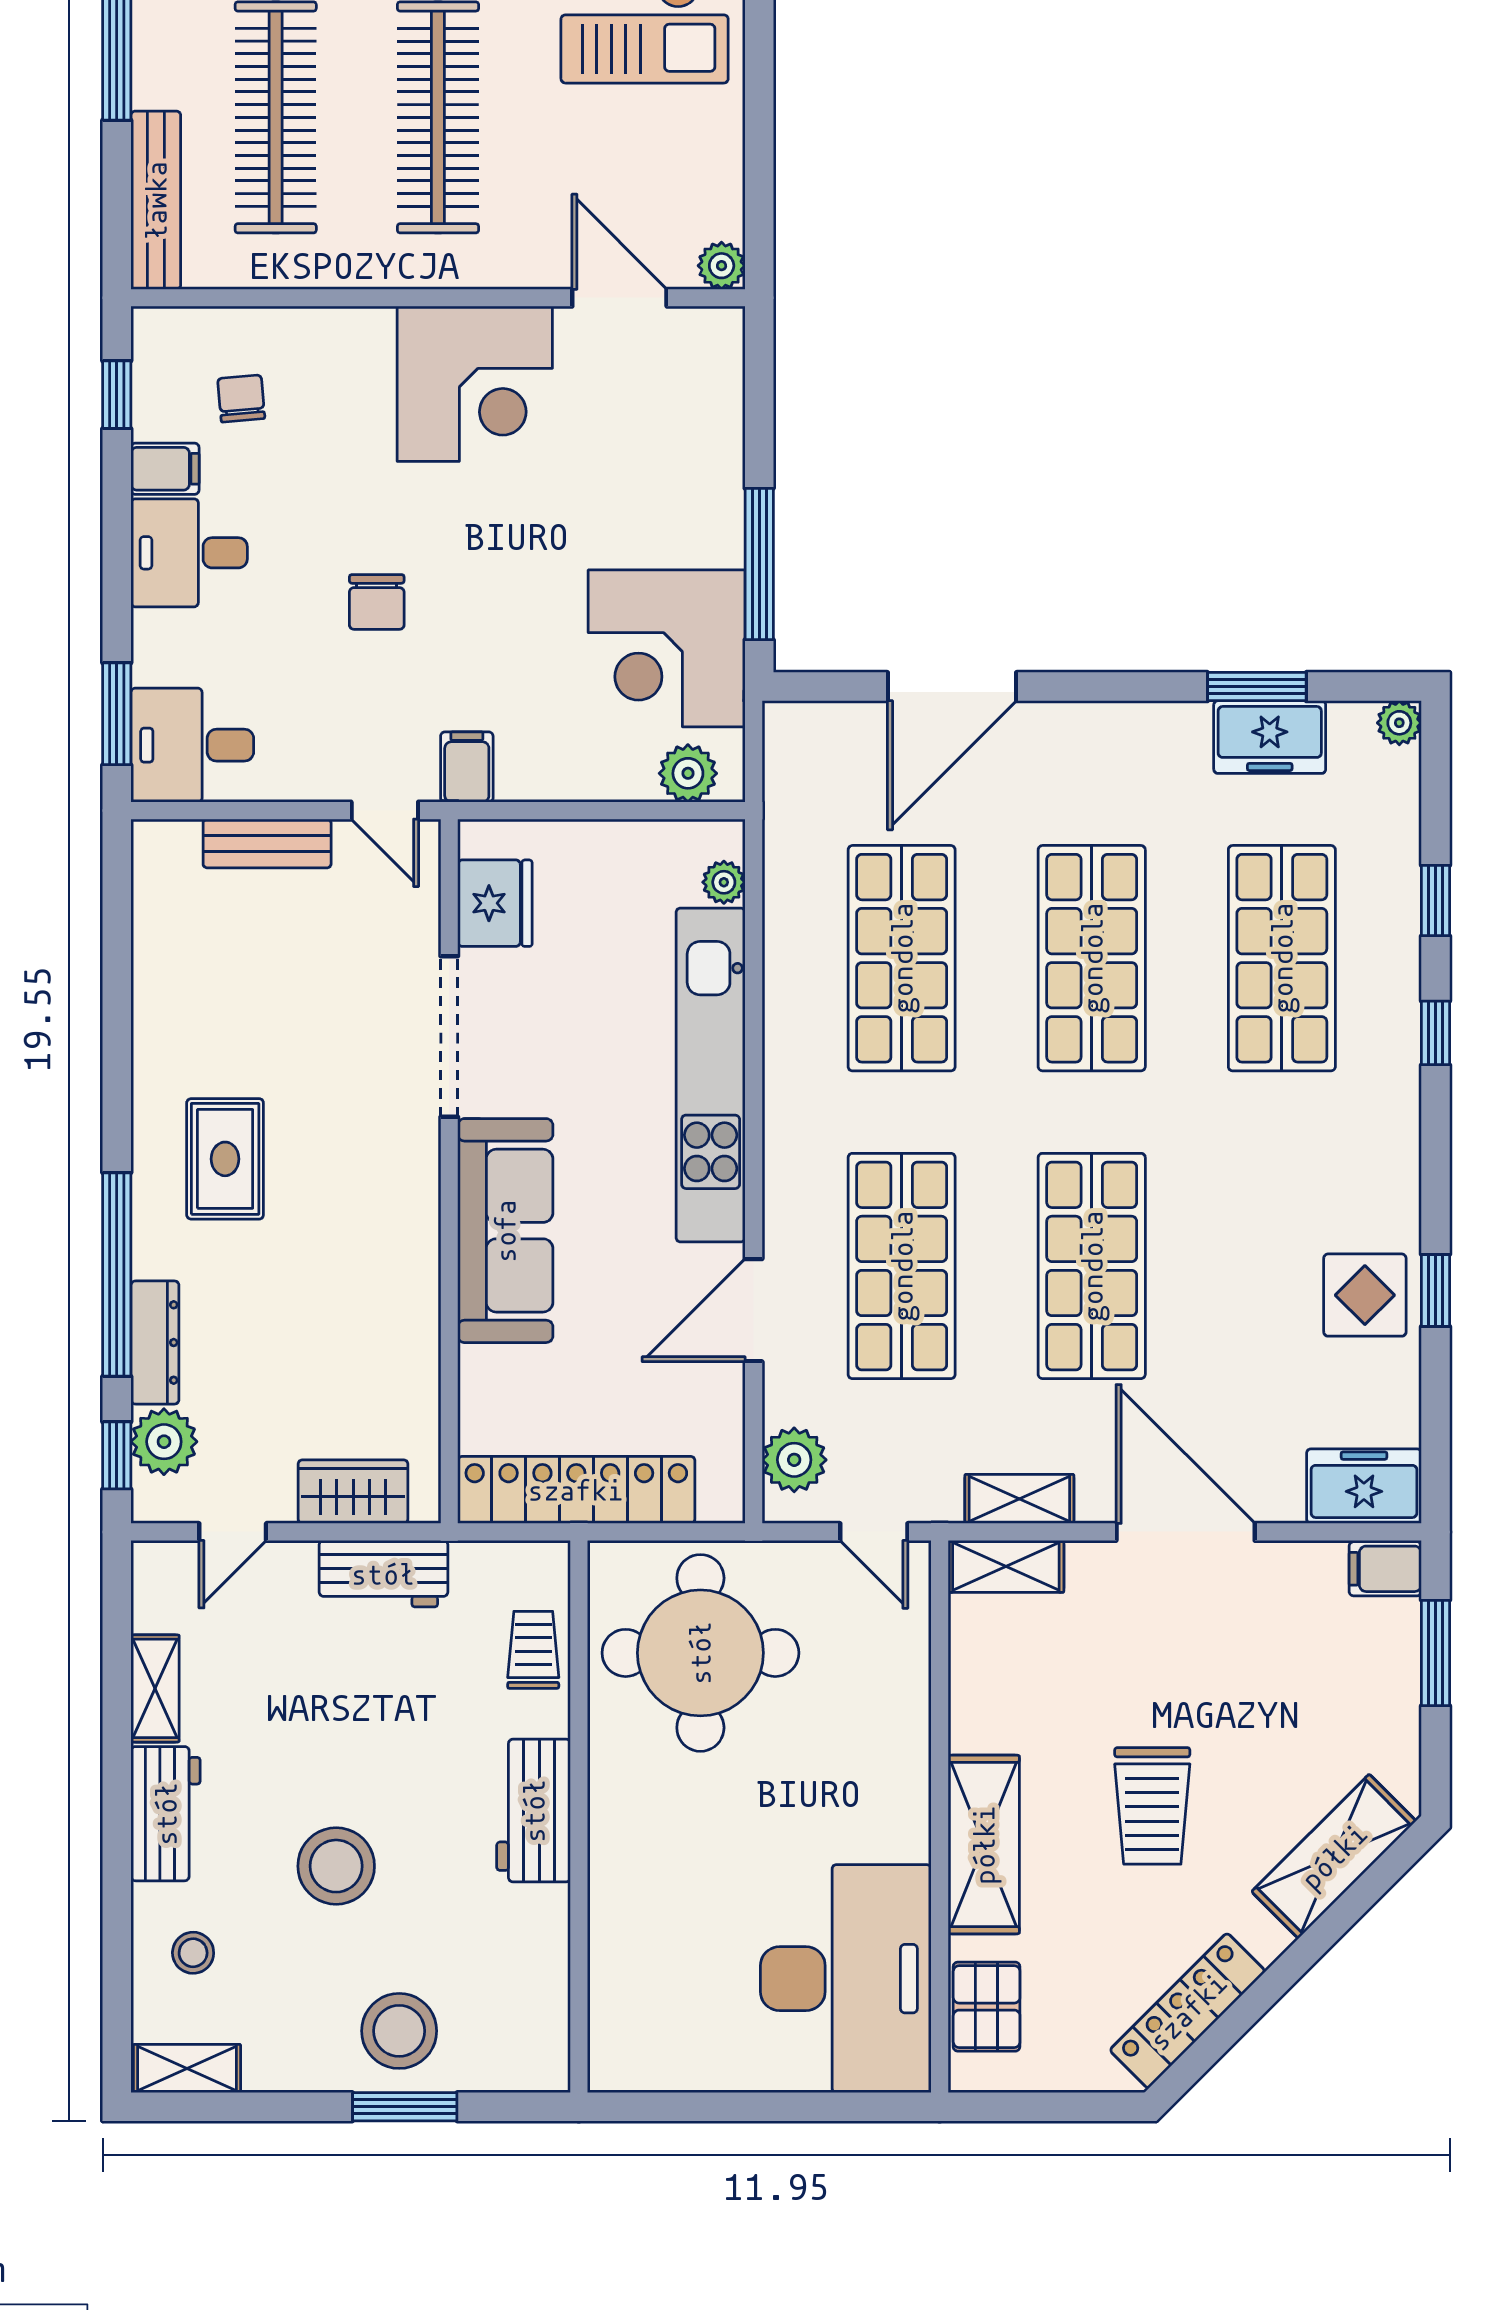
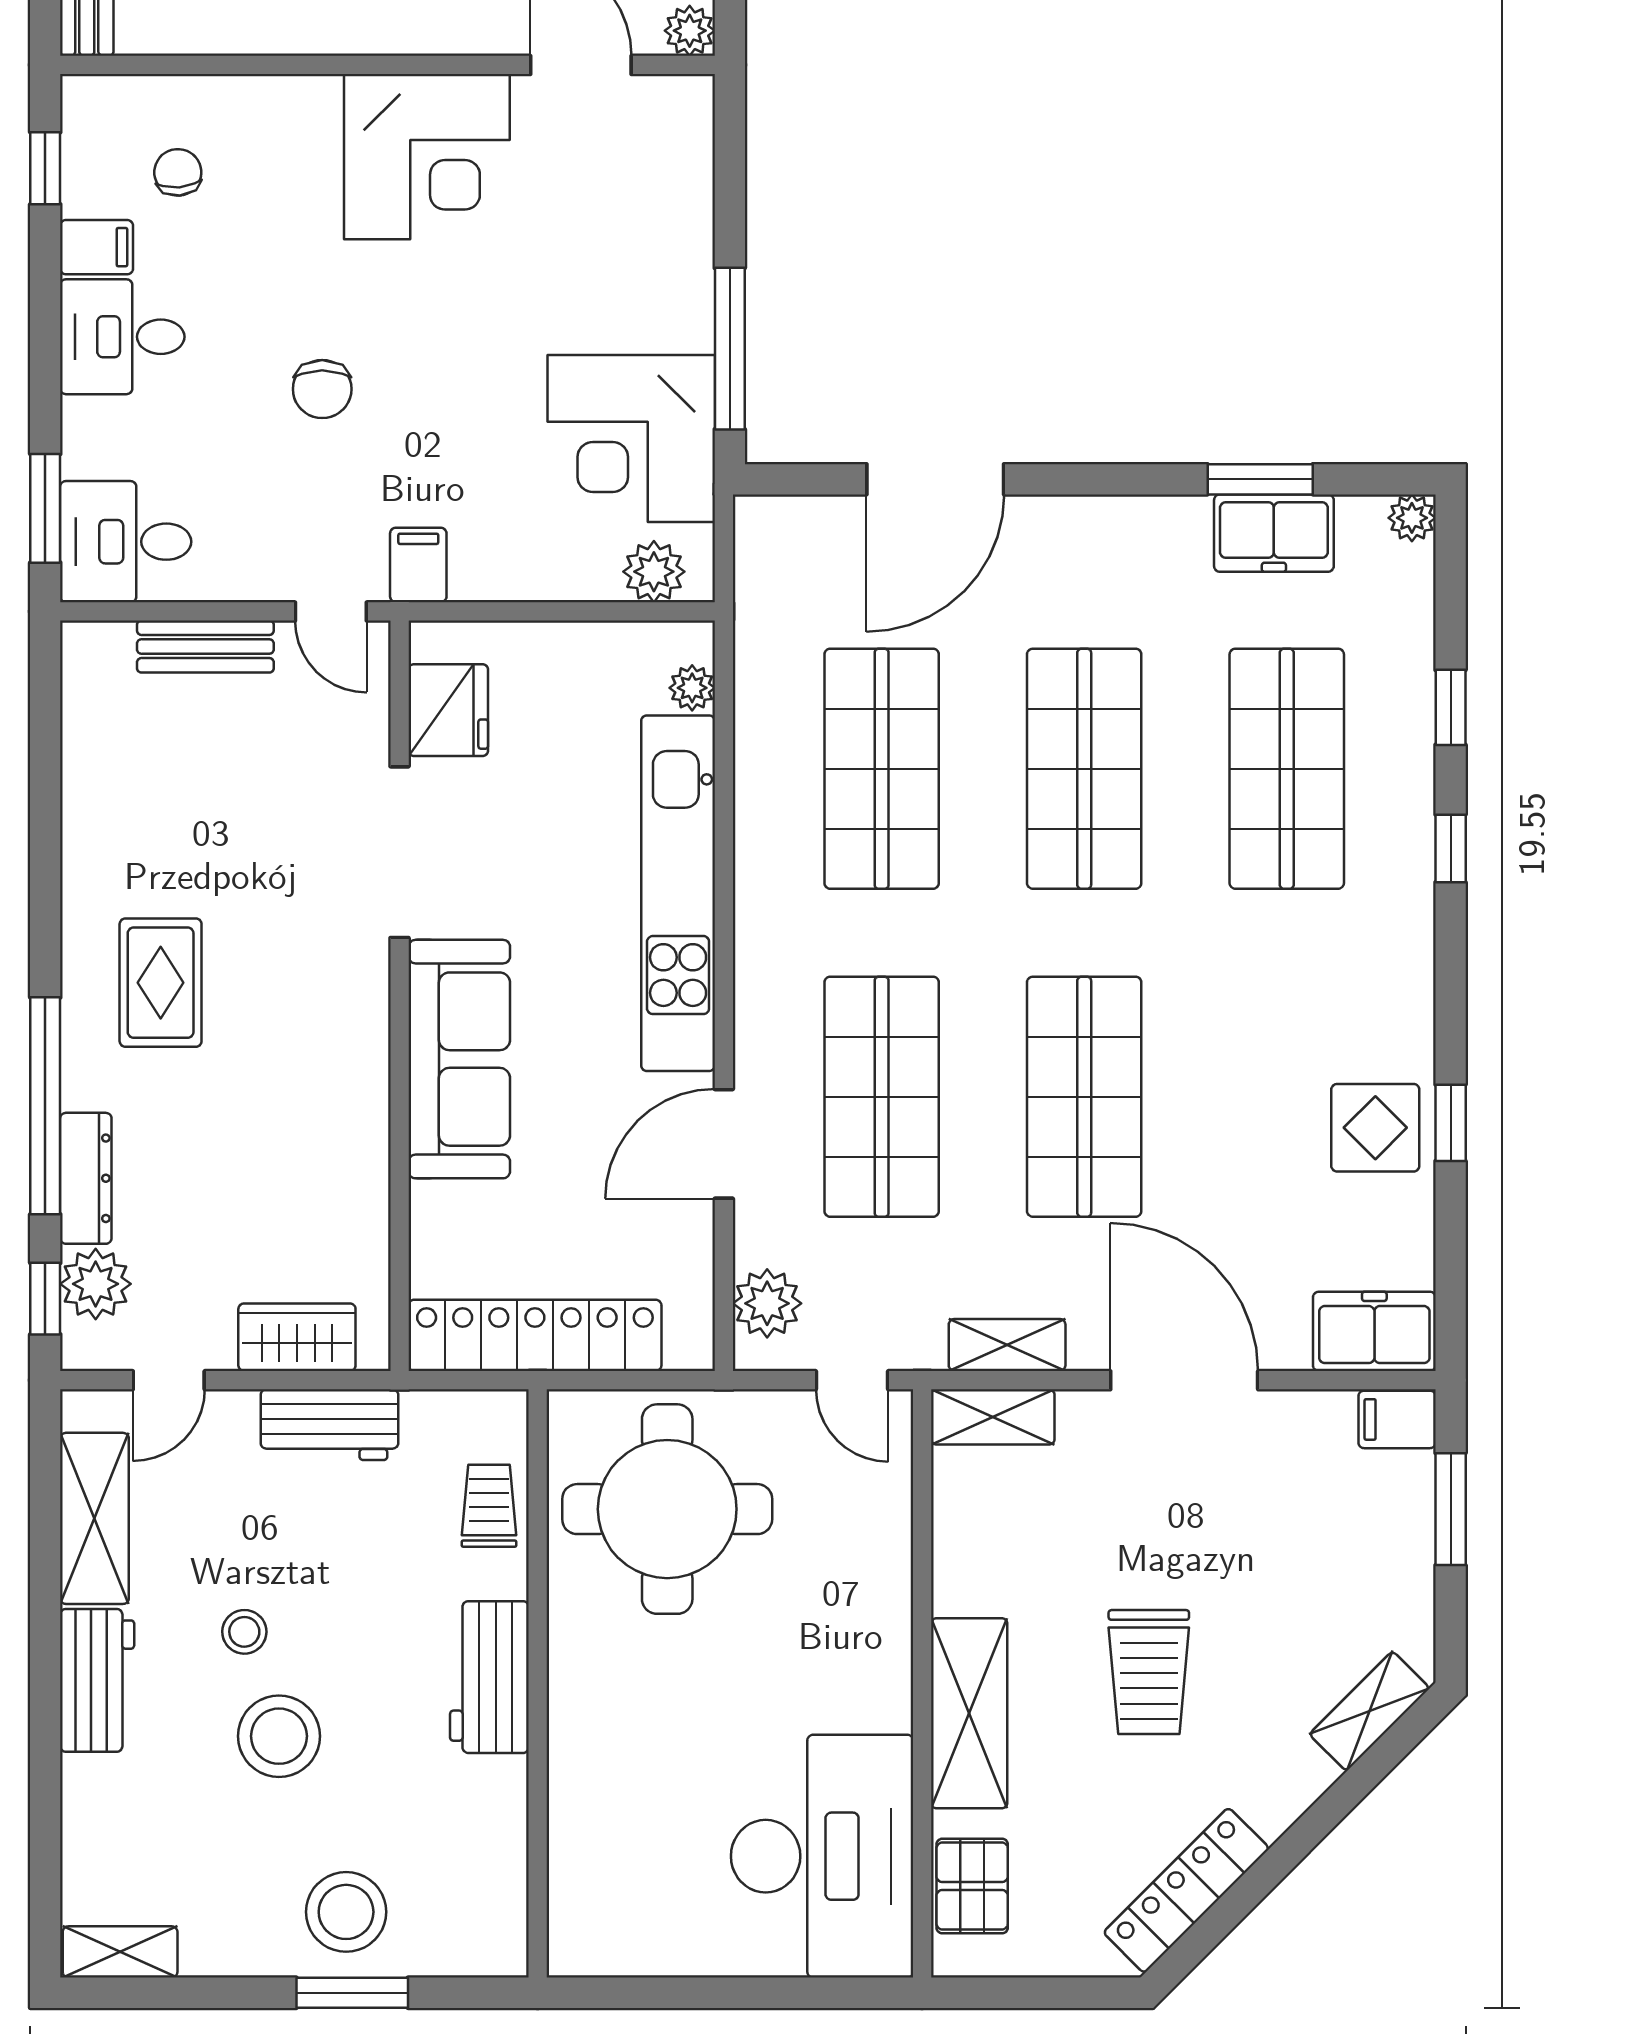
shelving: (155, 1688) -> (94, 1518), width x1.50, depth x1.33
shelving: (1334, 1856) -> (1369, 1711), width x0.67, depth x0.75
stool: (193, 1953) -> (244, 1632), moved

